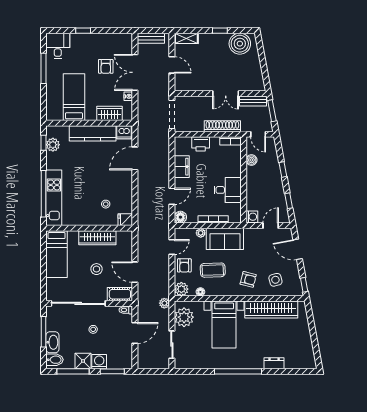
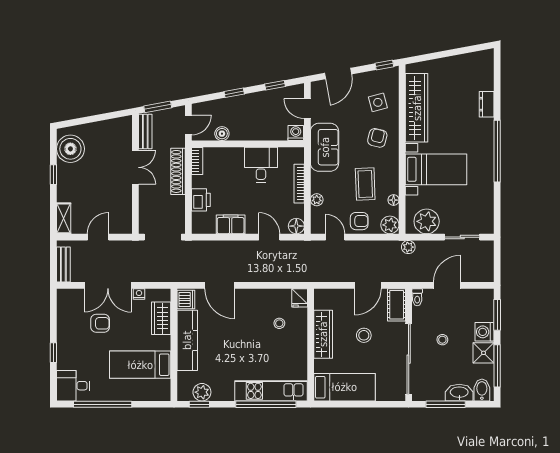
window: (44, 68) -> (103, 404), width x1.46
sofa: (225, 239) -> (325, 147), moved
door: (135, 333) -> (447, 285), hinge flipped

